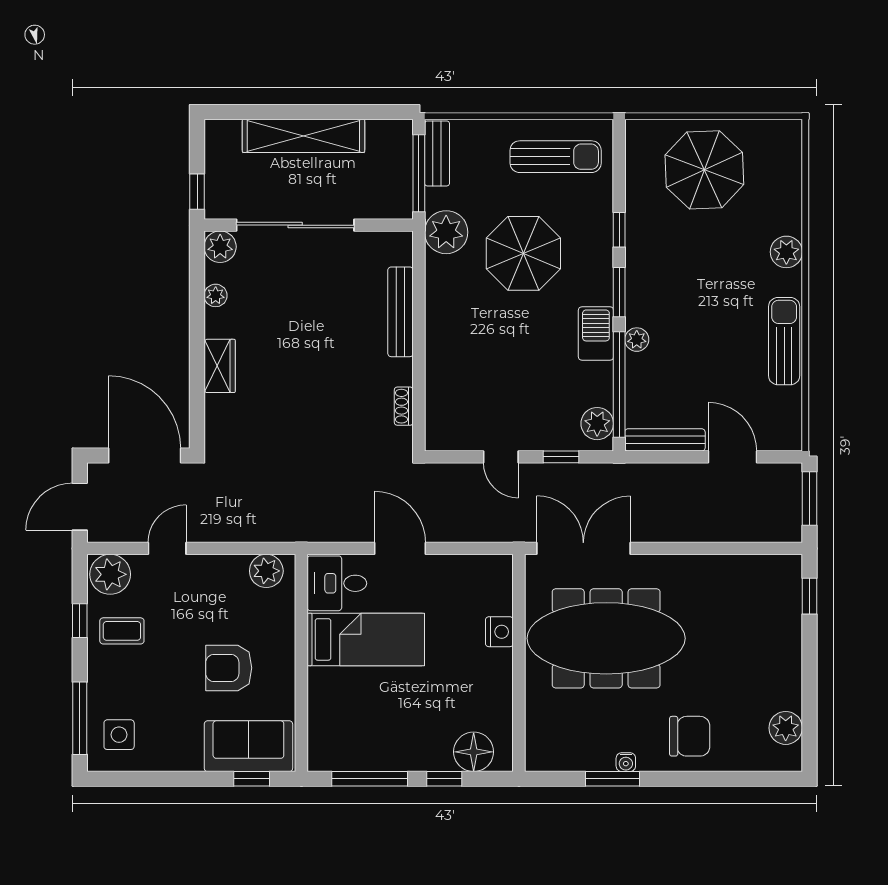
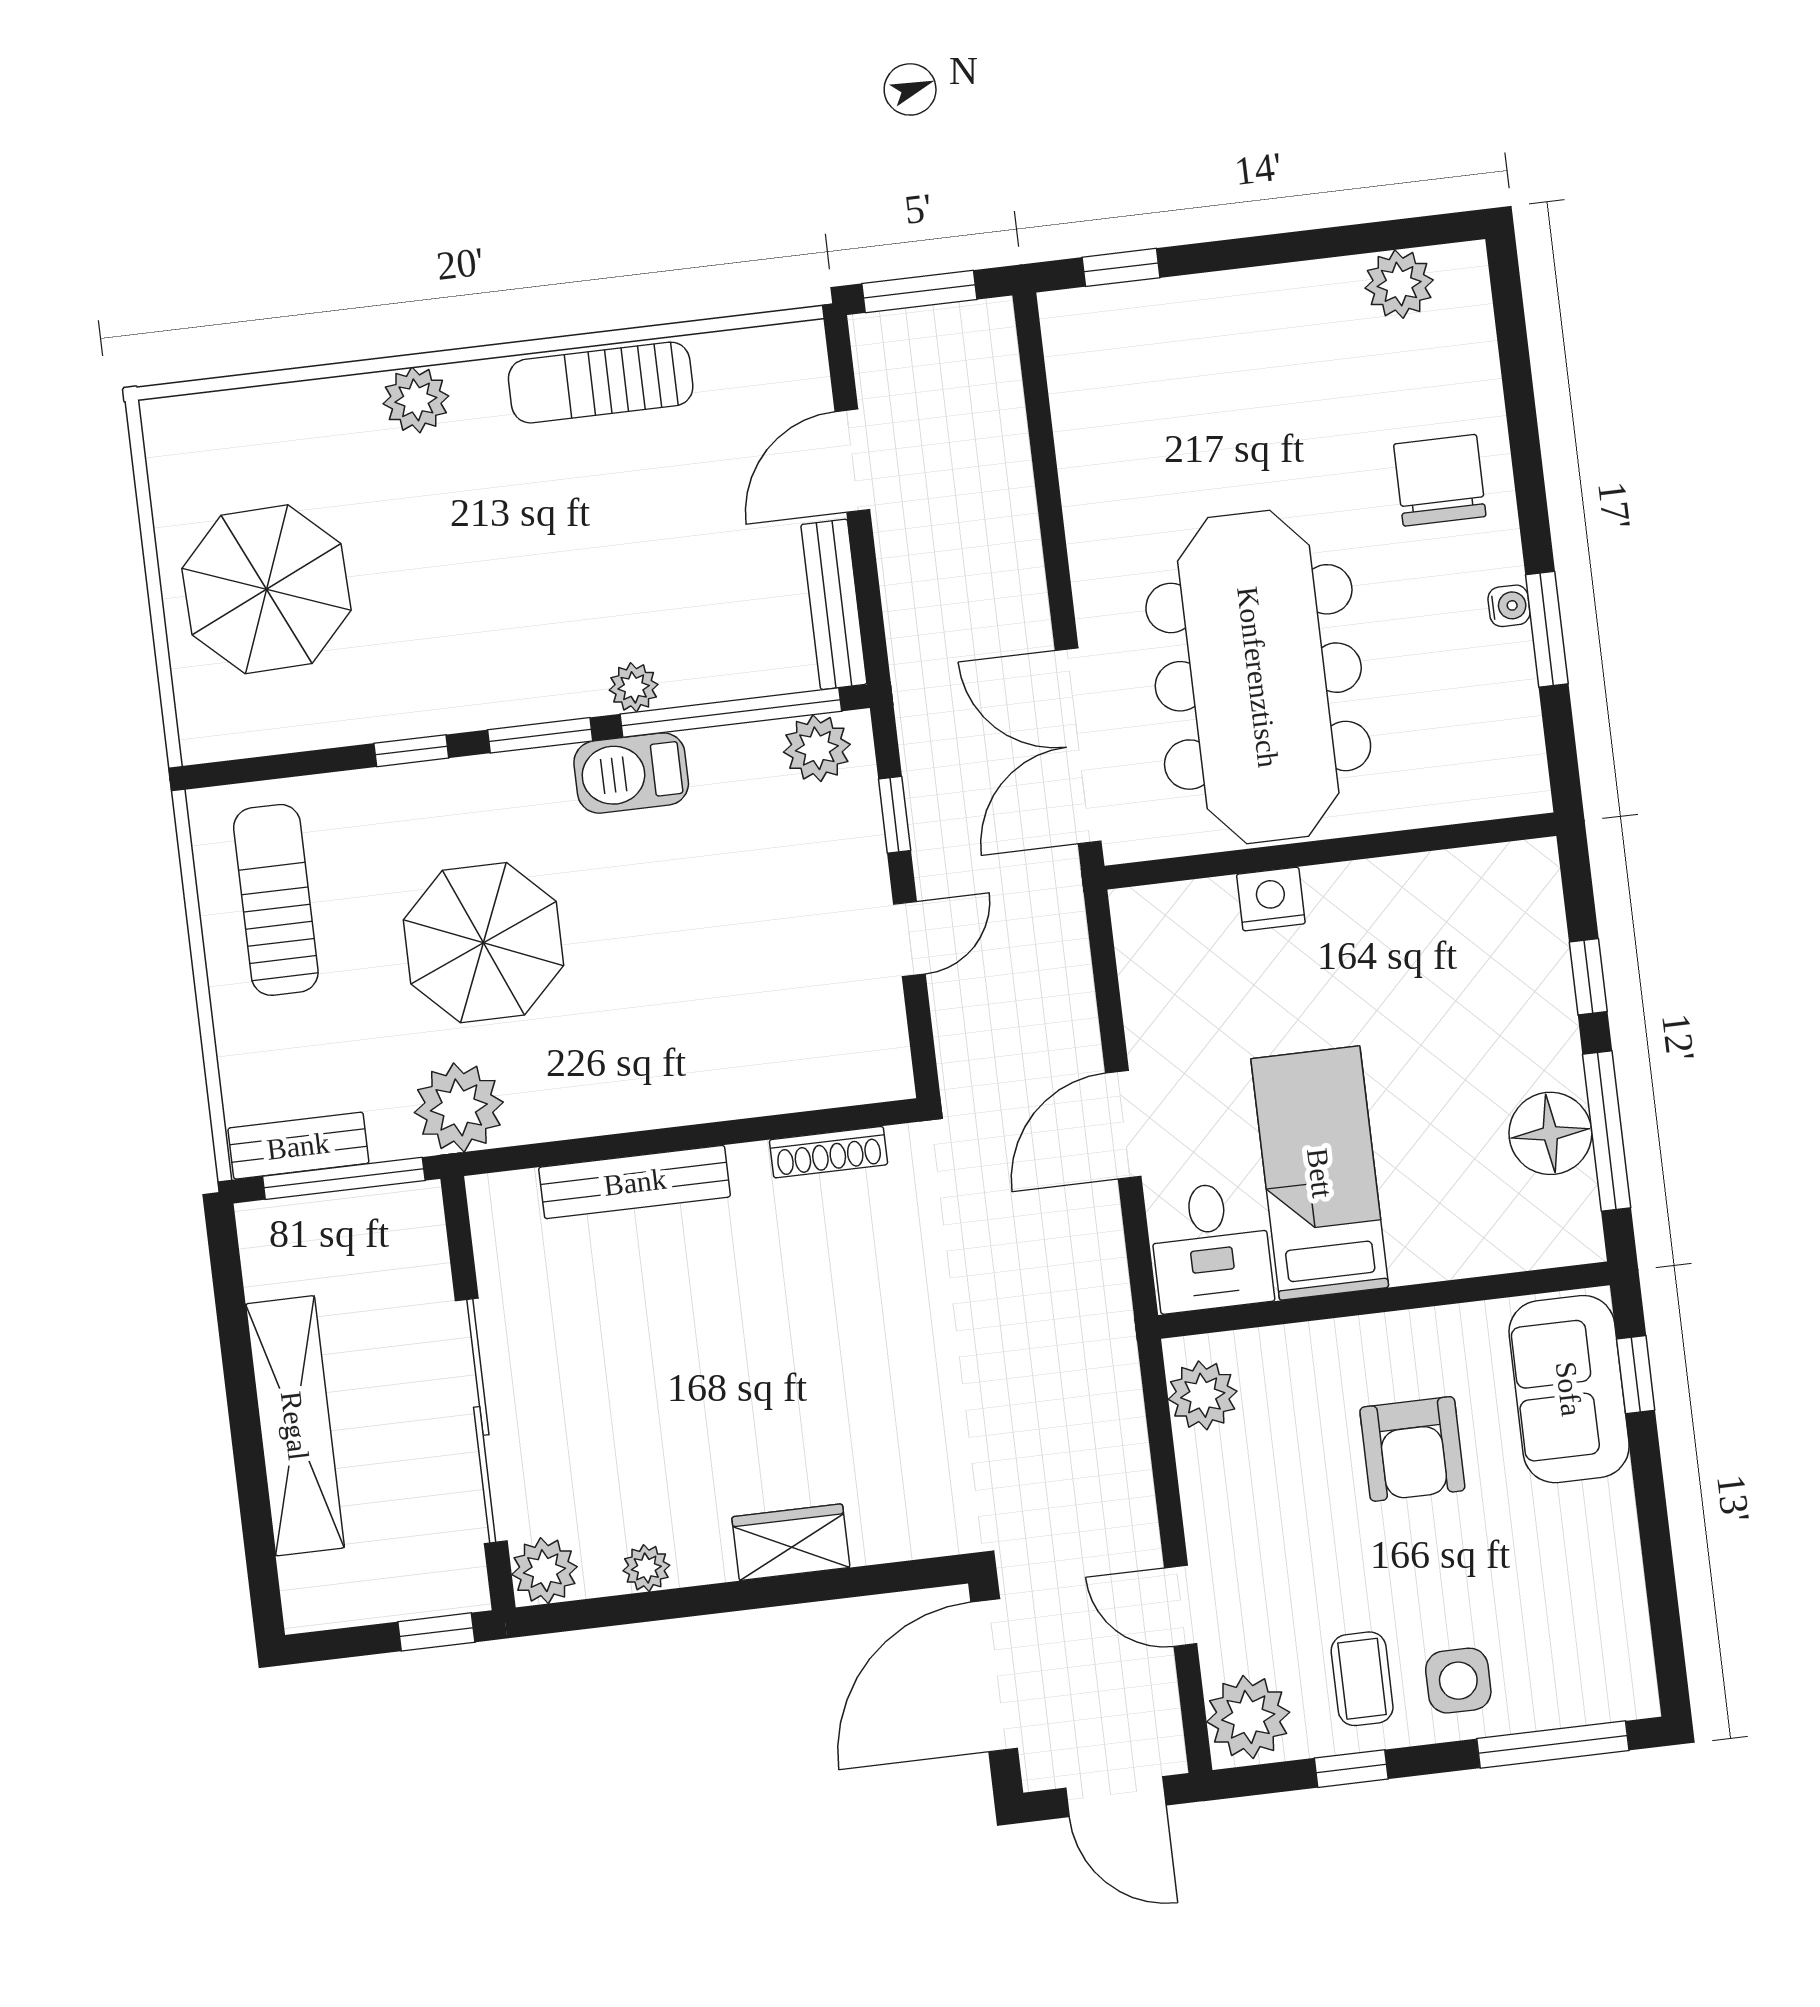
shoe rack: (404, 406) -> (829, 1152), width x1.43
side table: (119, 735) -> (1458, 1681), moved
floor lamp: (474, 752) -> (1550, 1133), moved

